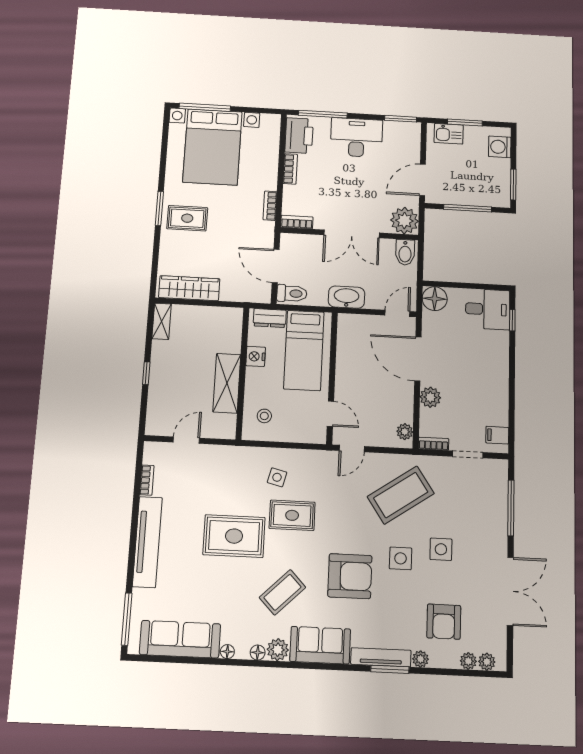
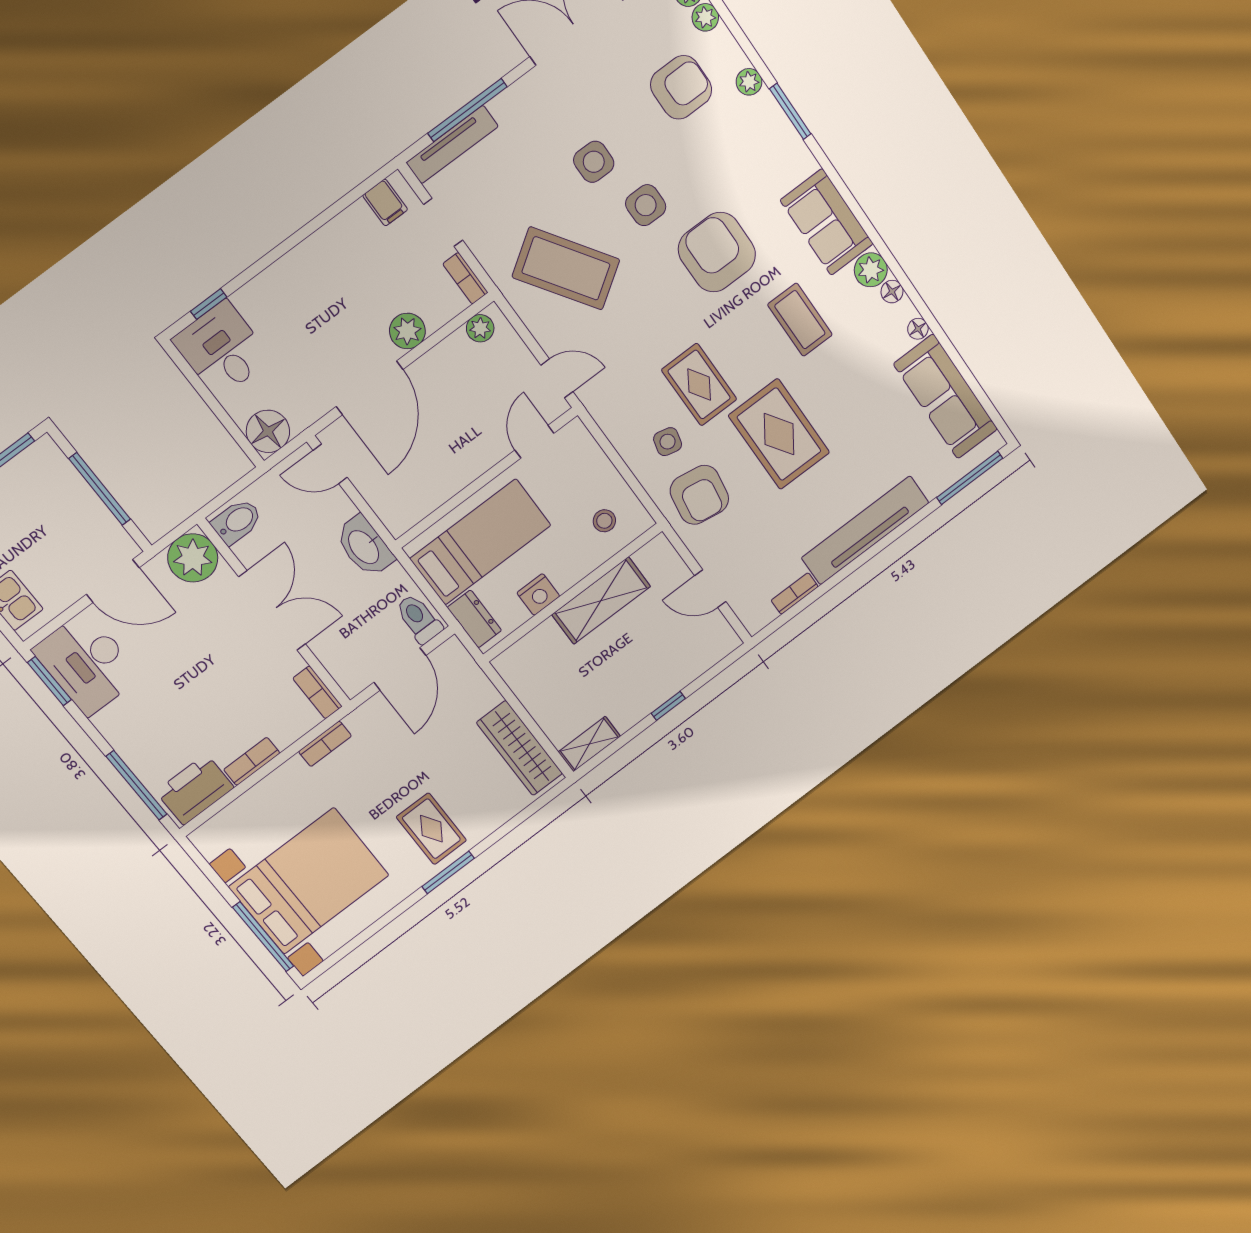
desk: (356, 137) -> (87, 663), moved
armchair: (238, 472) -> (699, 495), added
coffee table: (282, 592) -> (800, 320), turned 44
tv unit: (381, 657) -> (452, 145), moved, turned -90

